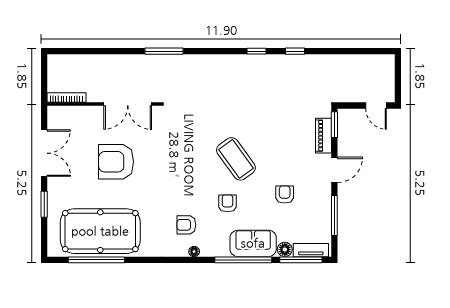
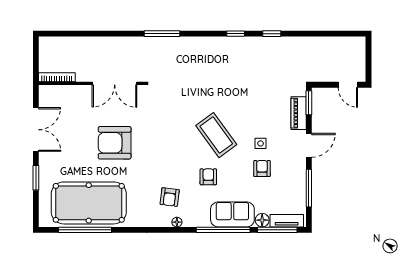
window: (164, 51) -> (162, 34), moved
armchair: (116, 162) -> (115, 143), moved
side table: (283, 168) -> (261, 143), added
armchair: (186, 225) -> (170, 197), turned -83

